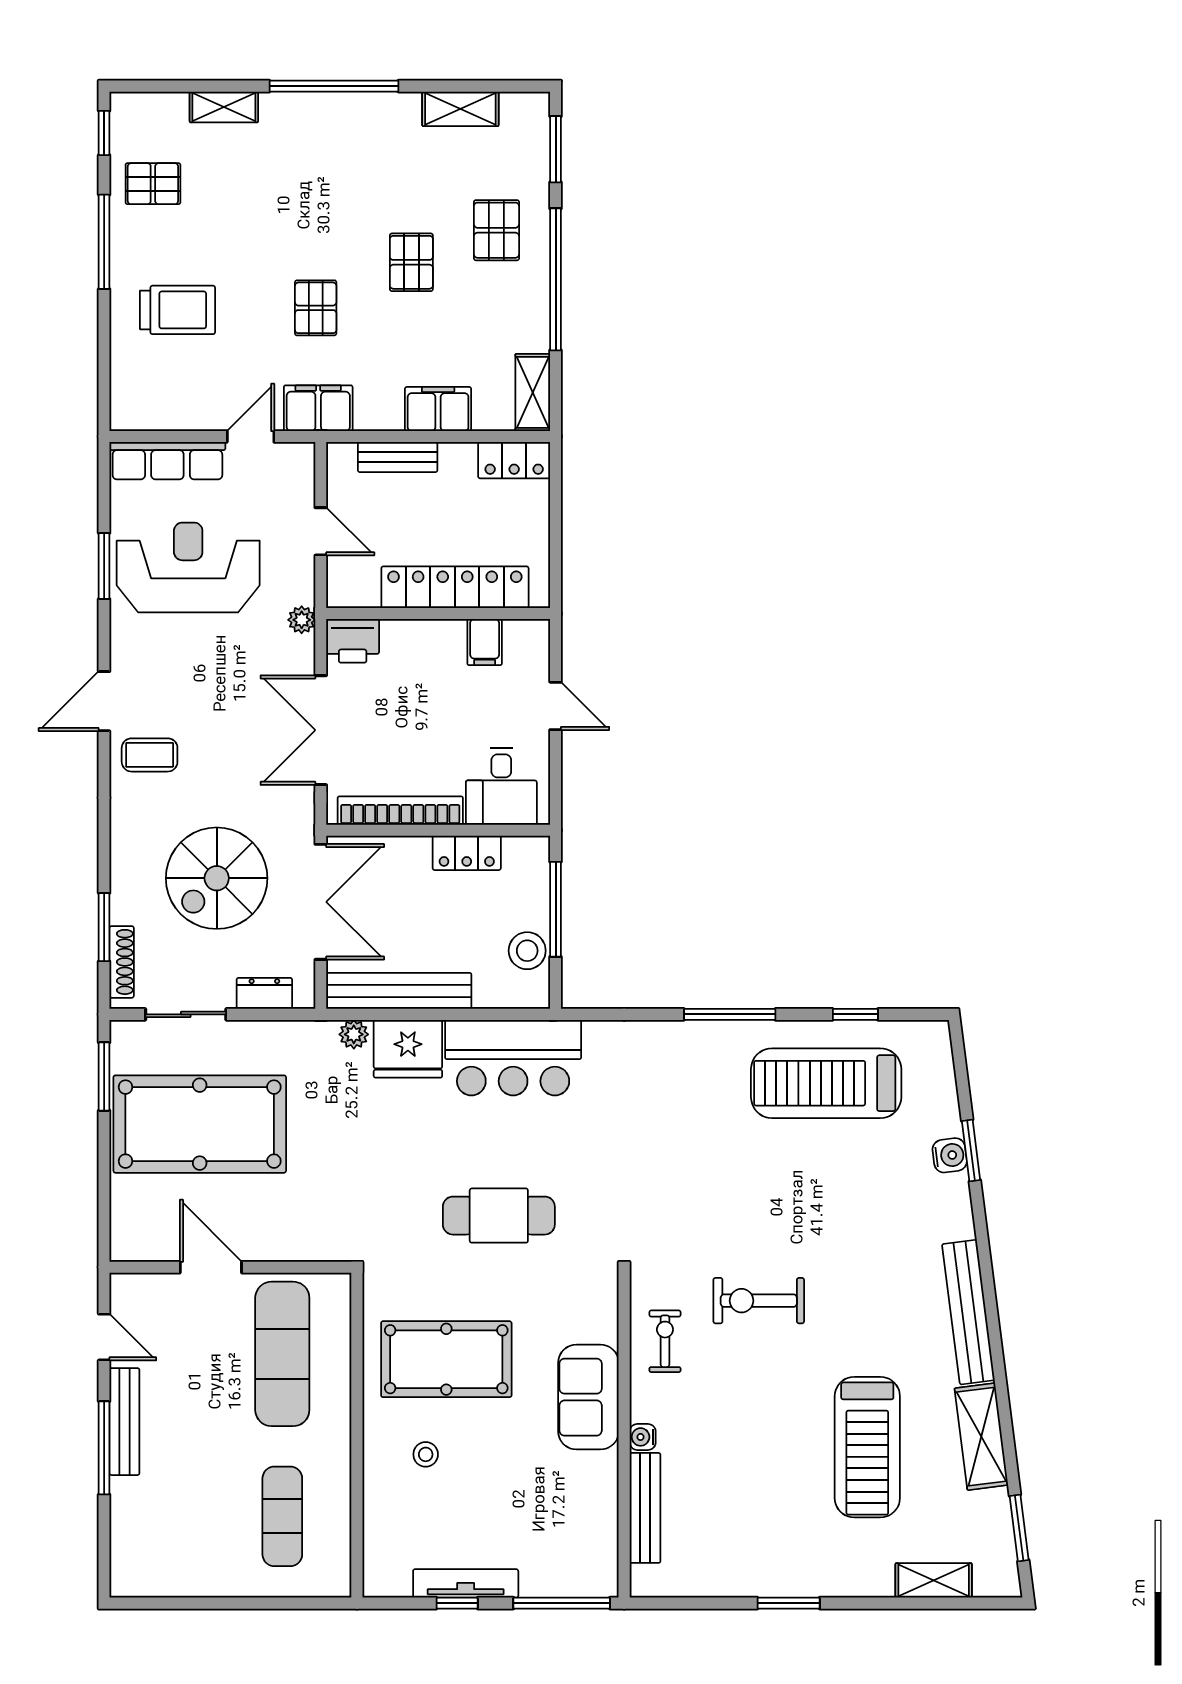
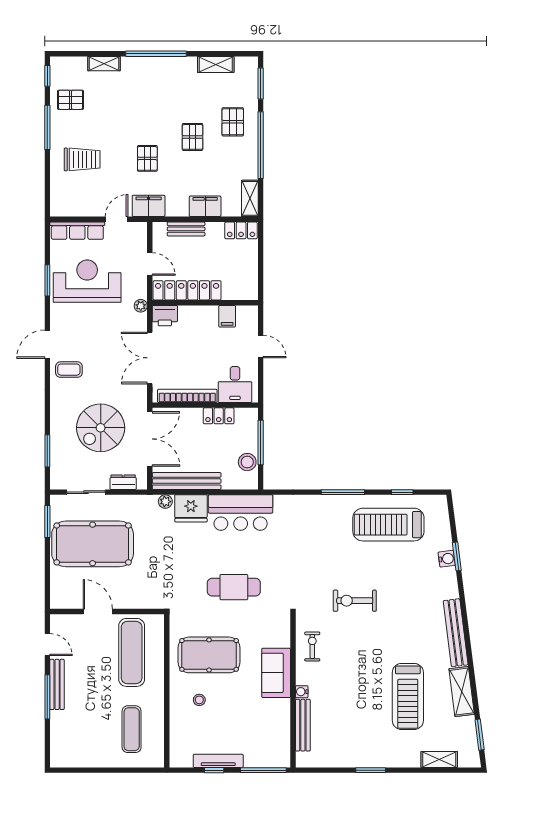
locker: (455, 587) -> (187, 290), moved
shoe rack: (122, 962) -> (56, 467), removed
exercise bike: (759, 1301) -> (355, 601), moved

